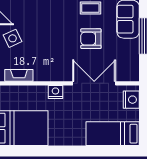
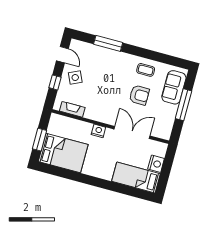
armchair: (91, 39) -> (139, 95), turned 180
nightstand: (131, 100) -> (156, 164), moved

